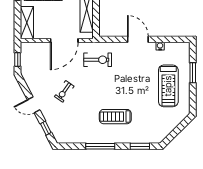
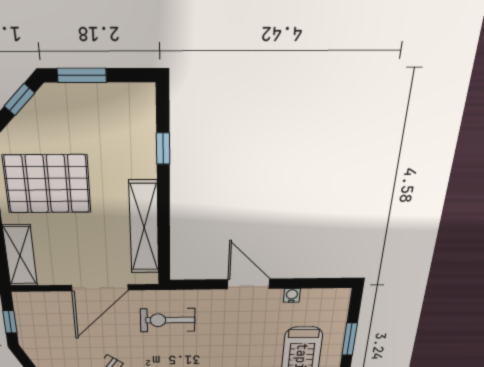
exercise bike: (98, 60) -> (168, 320), turned 180

